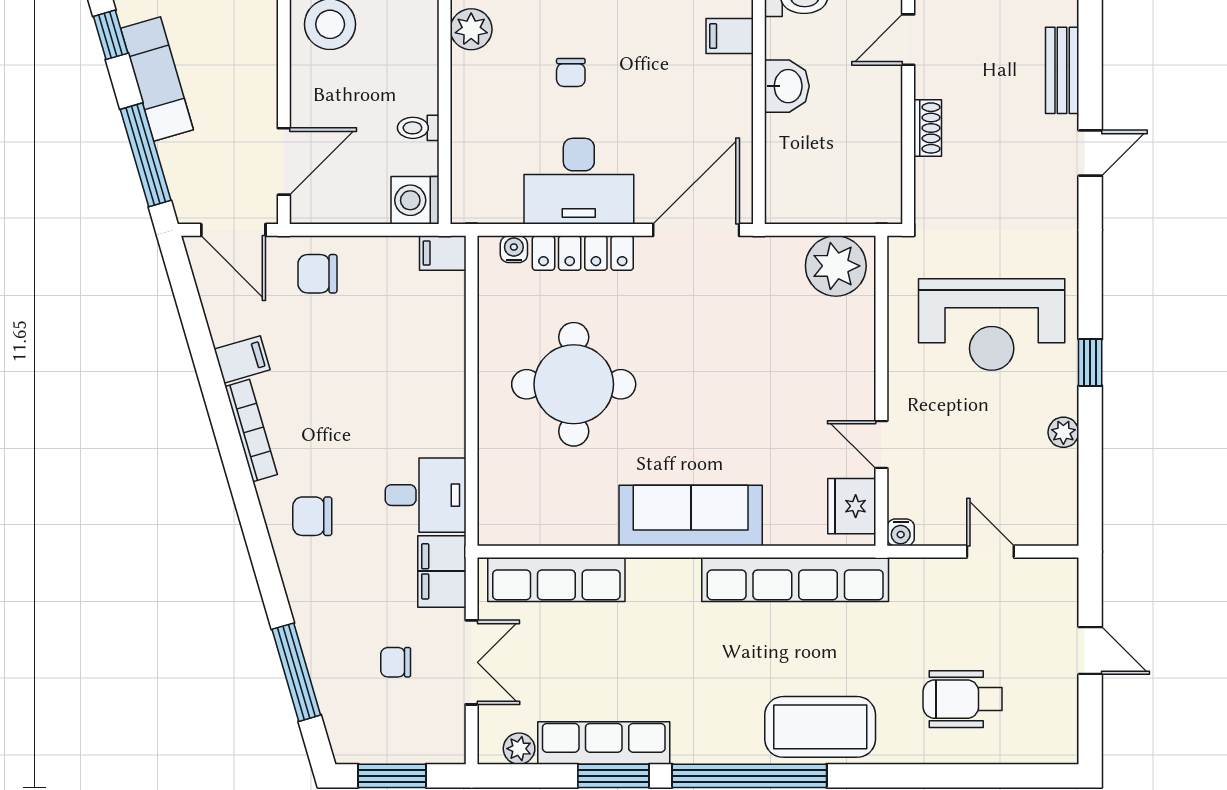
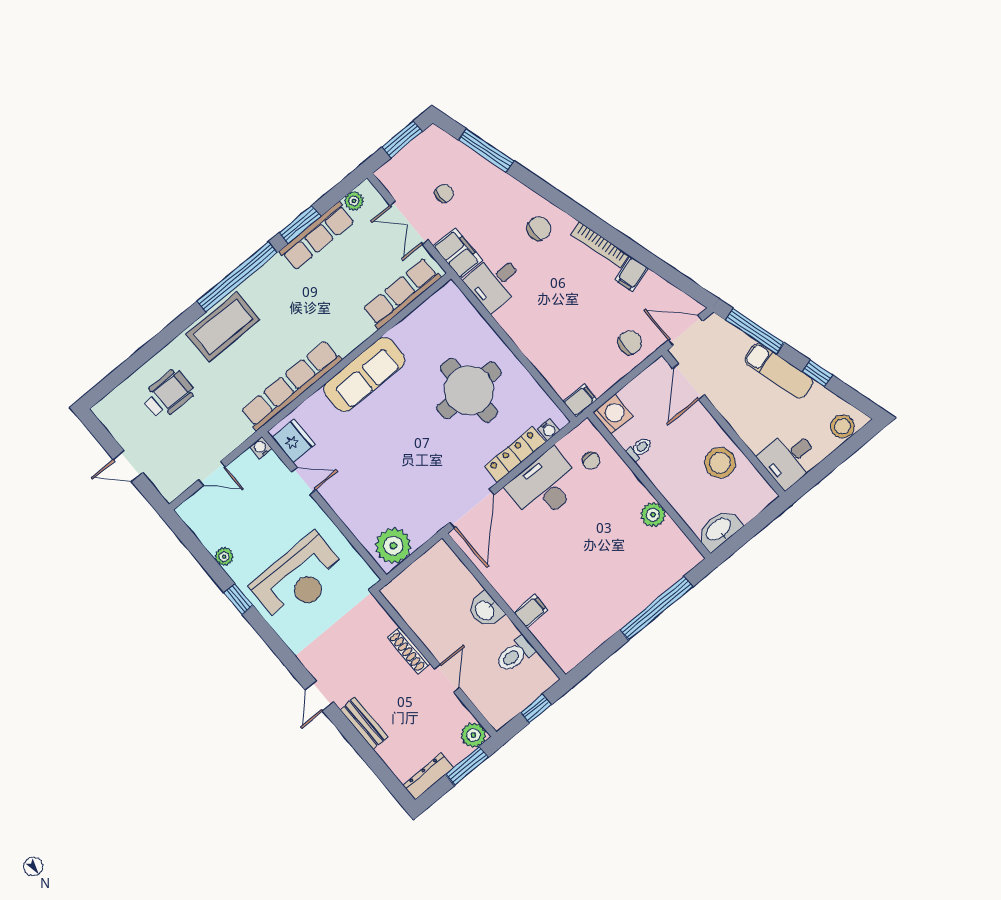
chair: (571, 72) -> (591, 461), moved, turned 180
shoe rack: (928, 128) -> (409, 650), width x1.43
reception desk: (992, 324) -> (299, 579), turned 180

